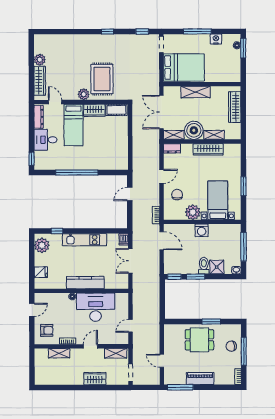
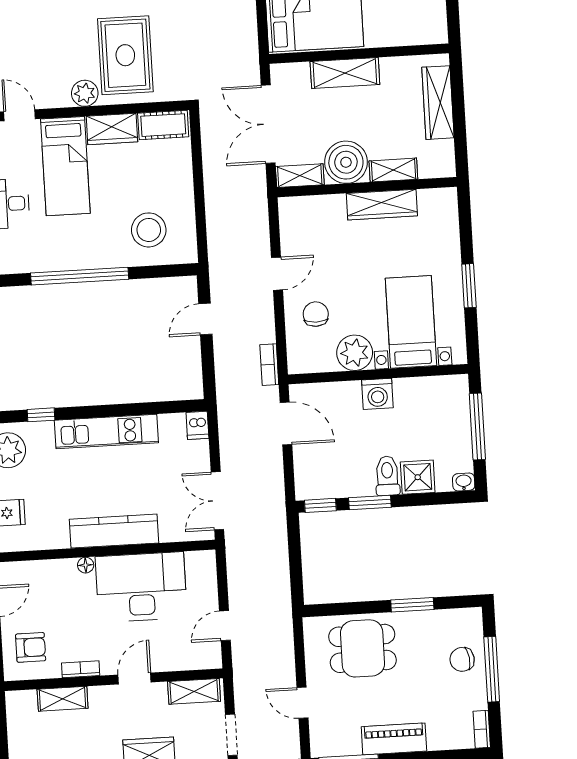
dresser: (172, 148) -> (298, 207), removed
stool: (108, 154) -> (149, 230), added
double door: (130, 261) -> (217, 501), moved
dining table: (199, 340) -> (362, 648), moved

